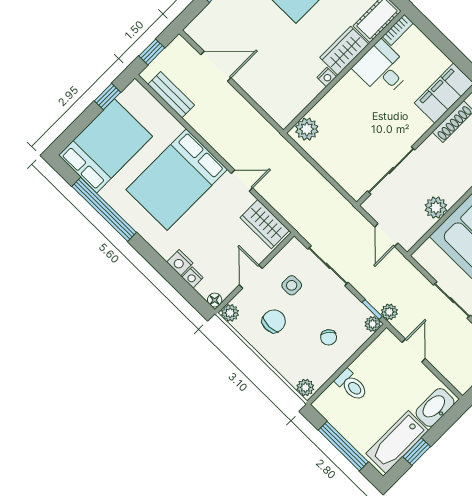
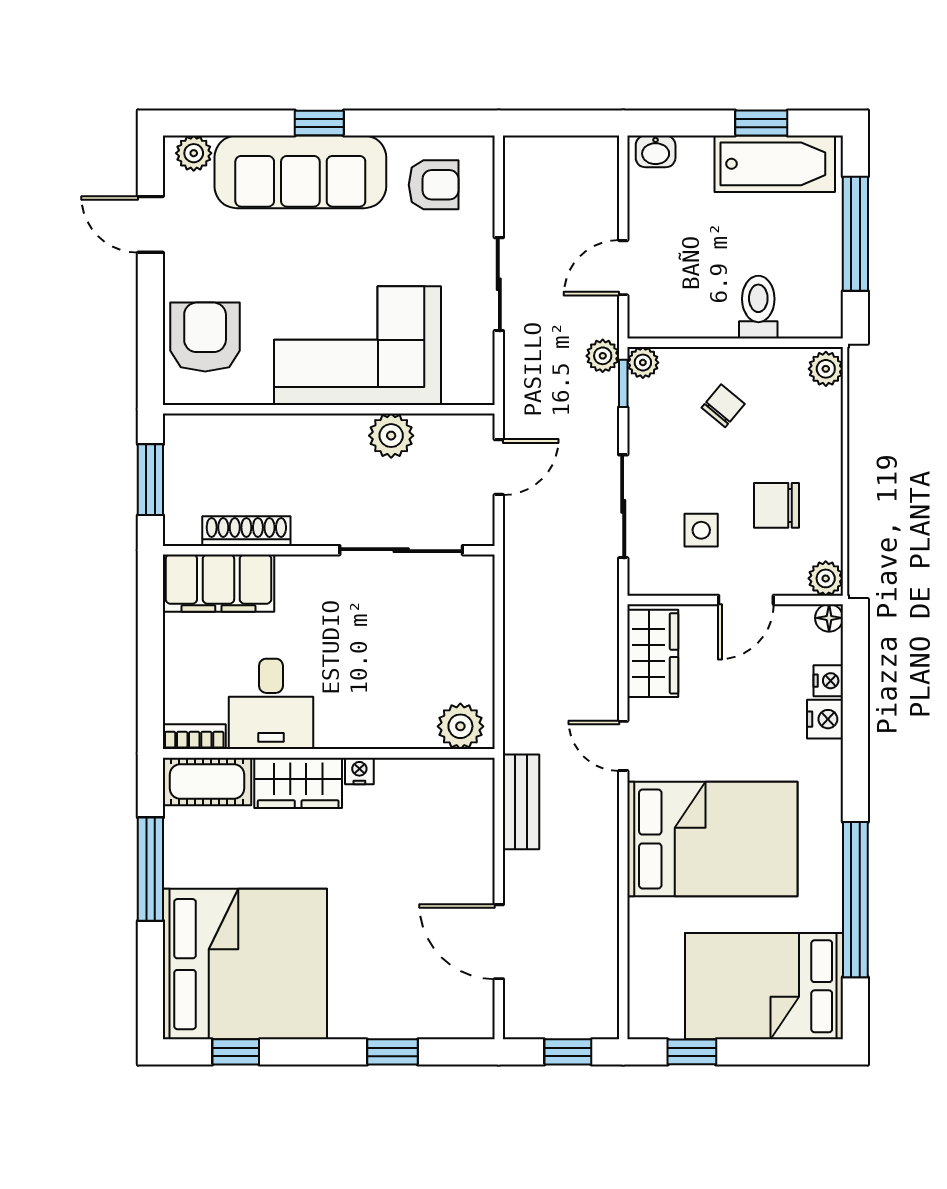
bench: (171, 95) -> (521, 802), moved
washbasin: (435, 407) -> (656, 151), width x0.52, depth x0.69

